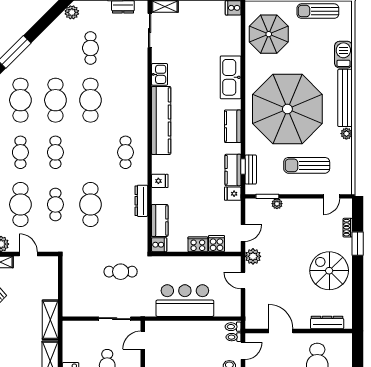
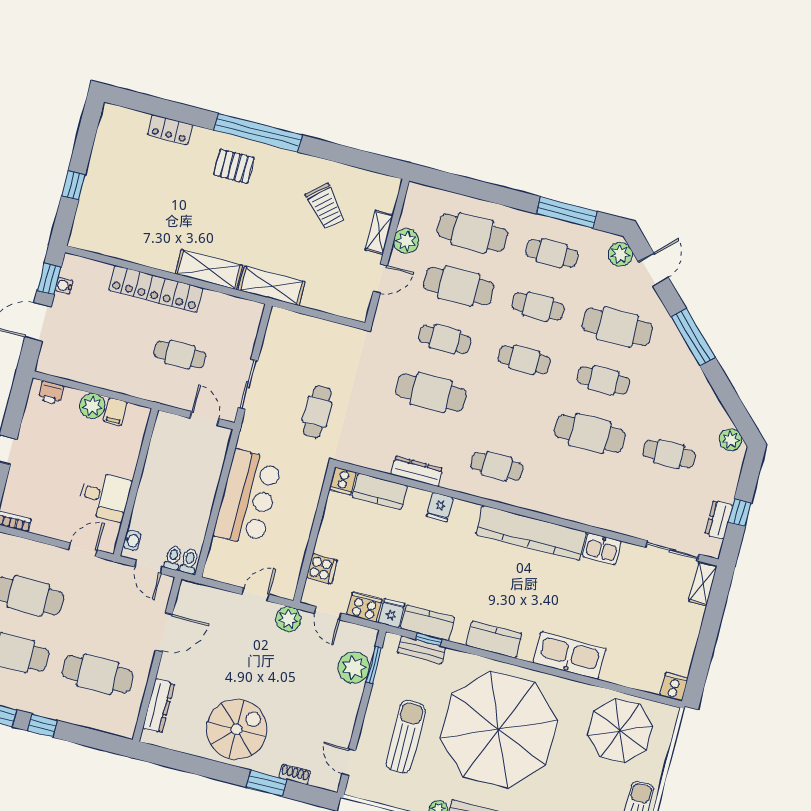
cafe table: (55, 100) -> (604, 380), width x0.73, depth x0.74
plant: (277, 204) -> (354, 667), width x1.87, depth x1.87
cooker: (198, 244) -> (364, 607), moved, turned -90

